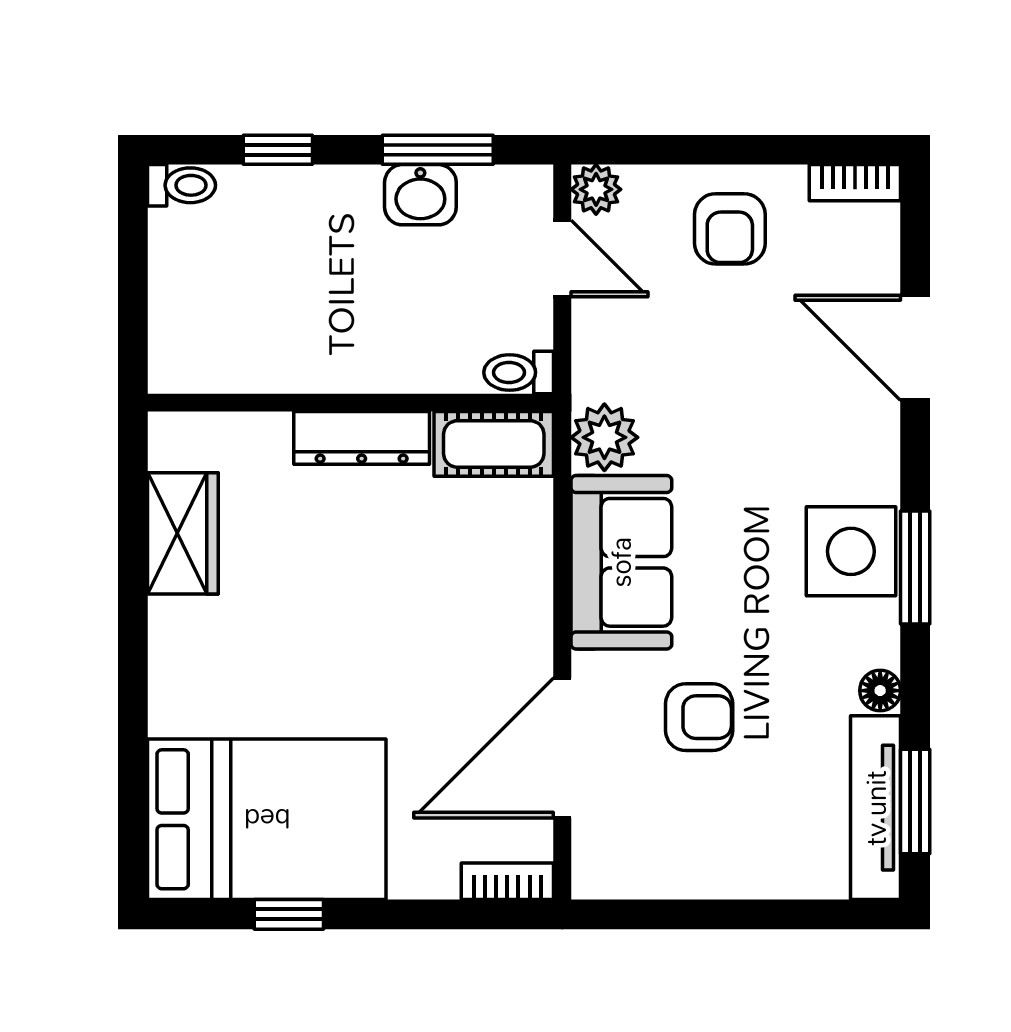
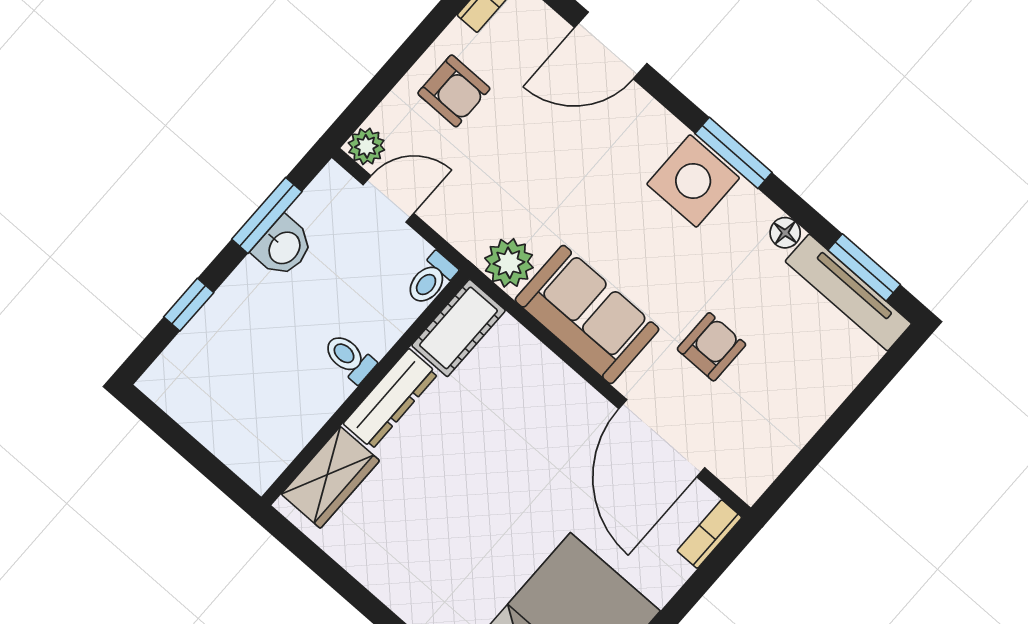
toilet: (181, 185) -> (349, 358), moved, turned -90
wardrobe: (183, 533) -> (330, 477), moved, turned 90

